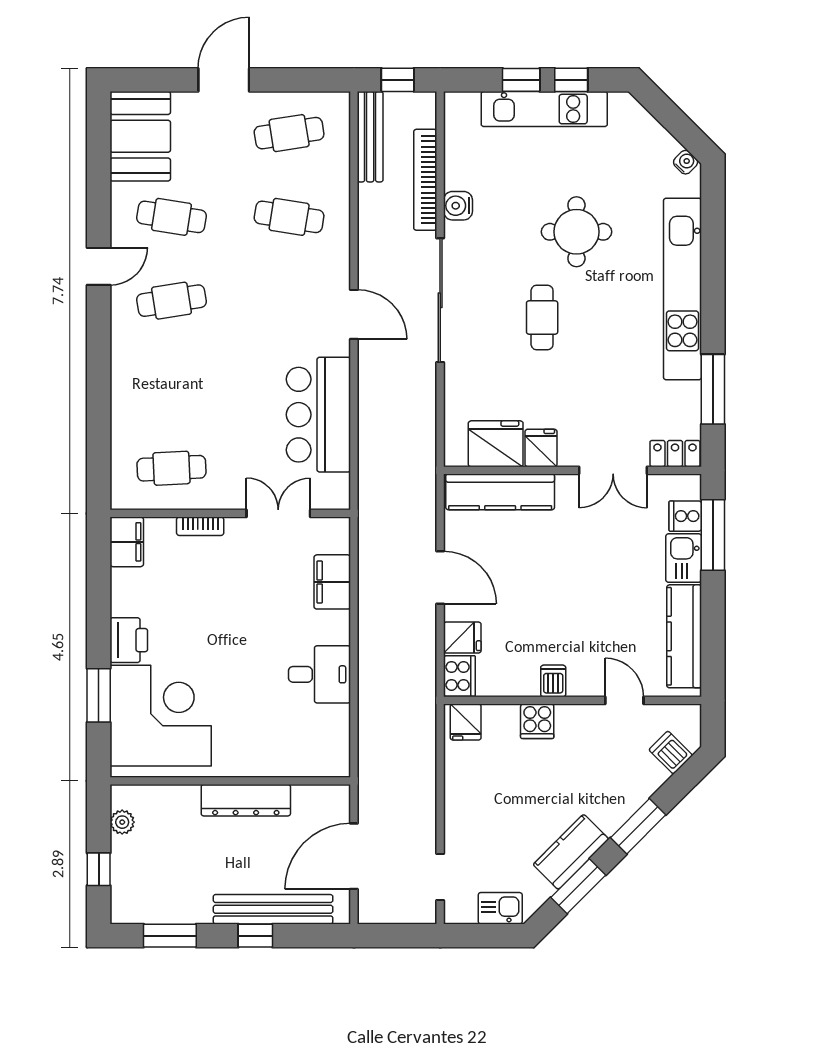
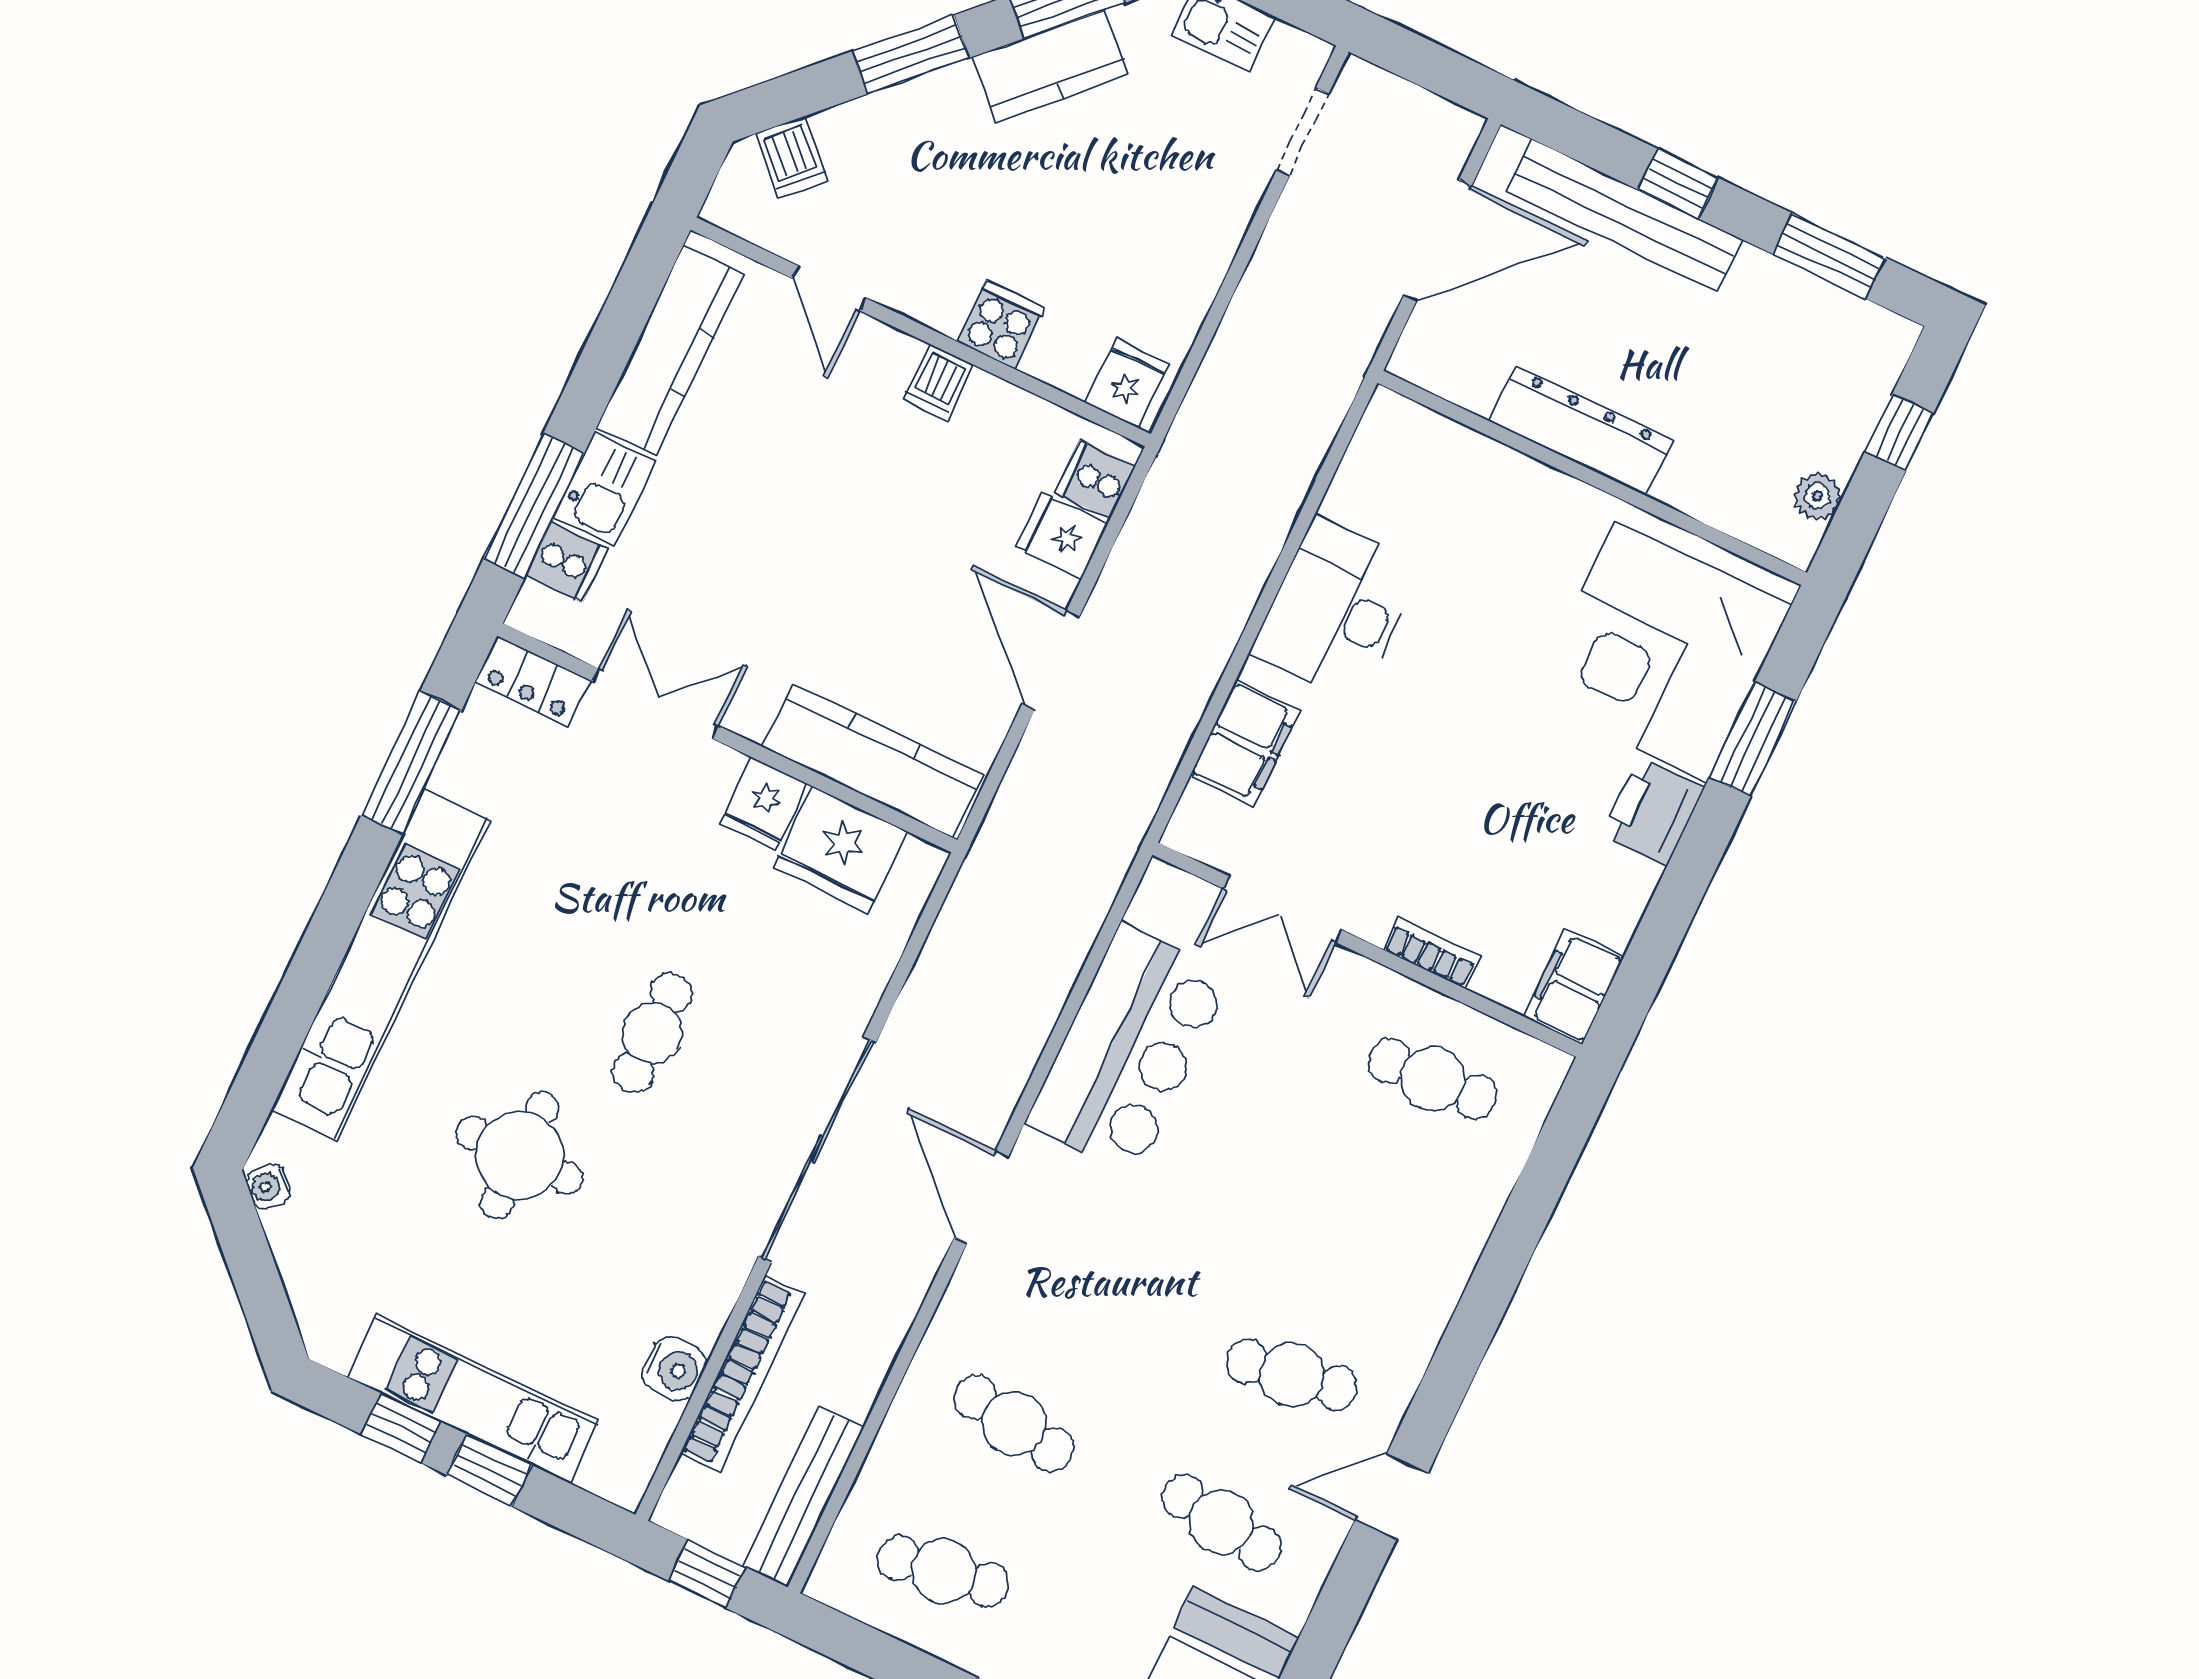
water cooler: (458, 206) -> (674, 1369), moved
desk: (320, 674) -> (1336, 610), width x1.37
cooker: (459, 676) -> (1095, 480), width x0.73

